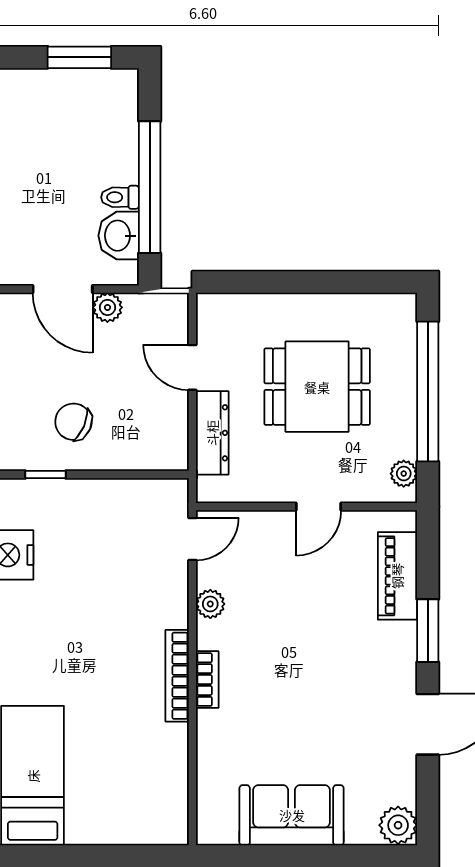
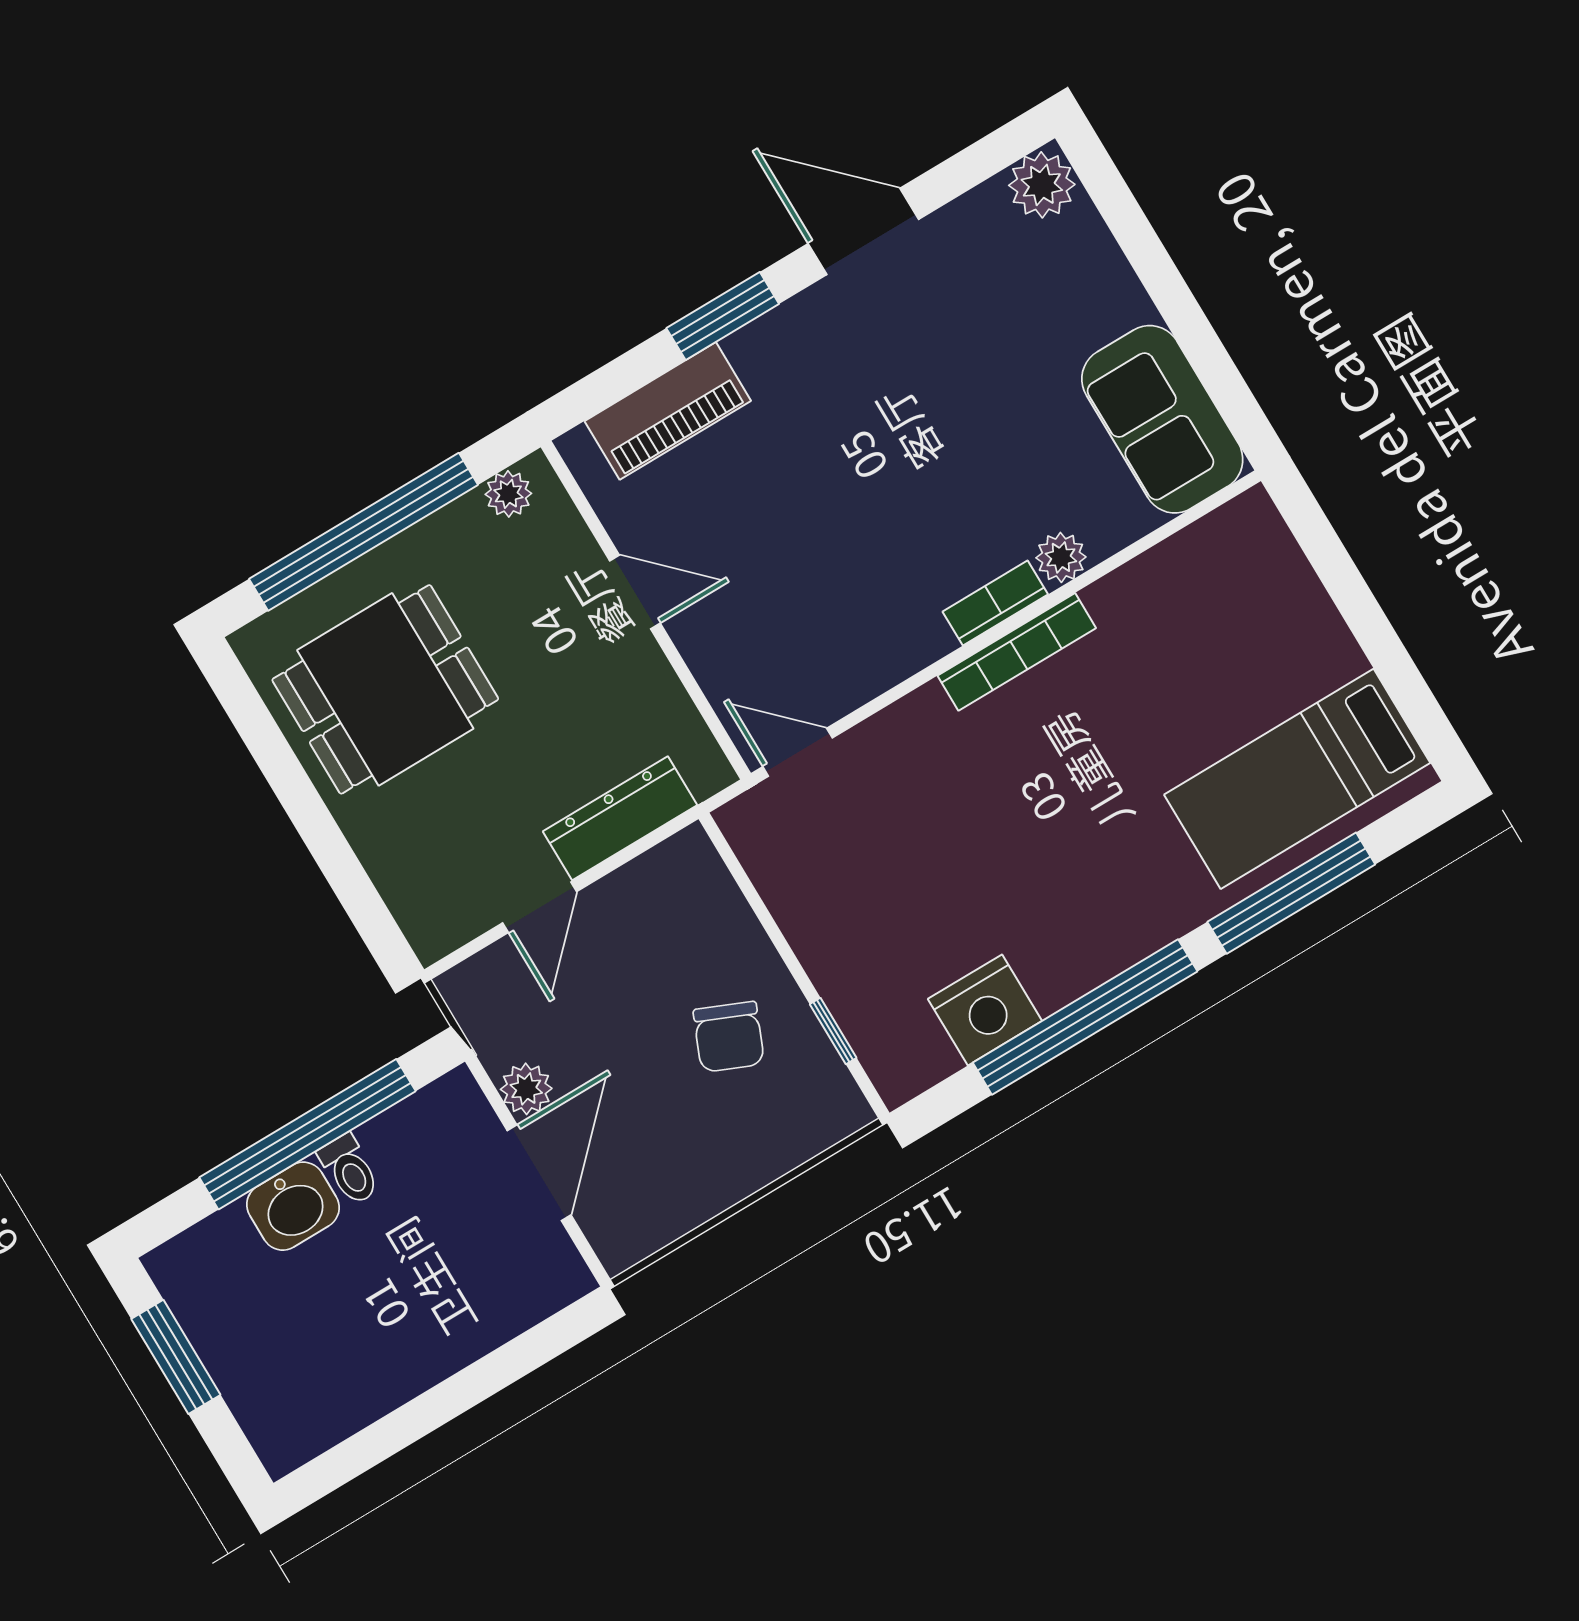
washbasin: (119, 236) -> (293, 1206), moved
dining table: (317, 387) -> (385, 689), moved, turned 90
plant: (210, 604) -> (1061, 557), moved
sofa: (292, 815) -> (1162, 419), moved

